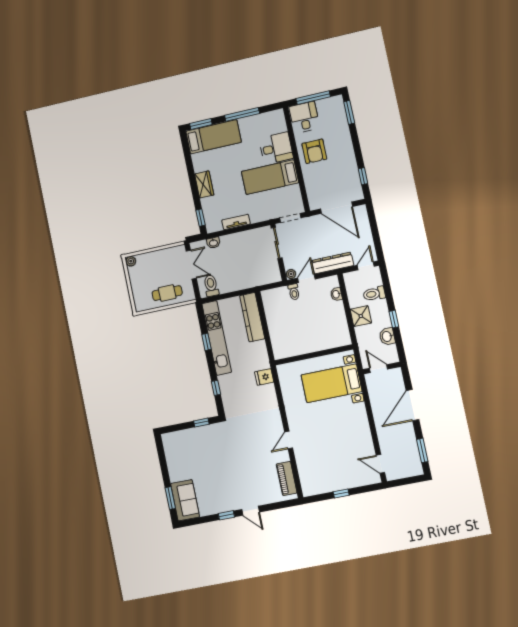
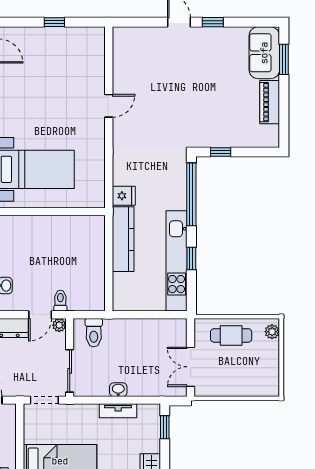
washbasin: (213, 243) -> (118, 390), moved
plant: (131, 261) -> (272, 332), moved
toilet: (211, 286) -> (94, 333), moved
kitchen counter: (252, 317) -> (123, 239), moved
window: (216, 388) -> (191, 194), width x3.17
piano: (287, 478) -> (270, 102), moved, turned 180

